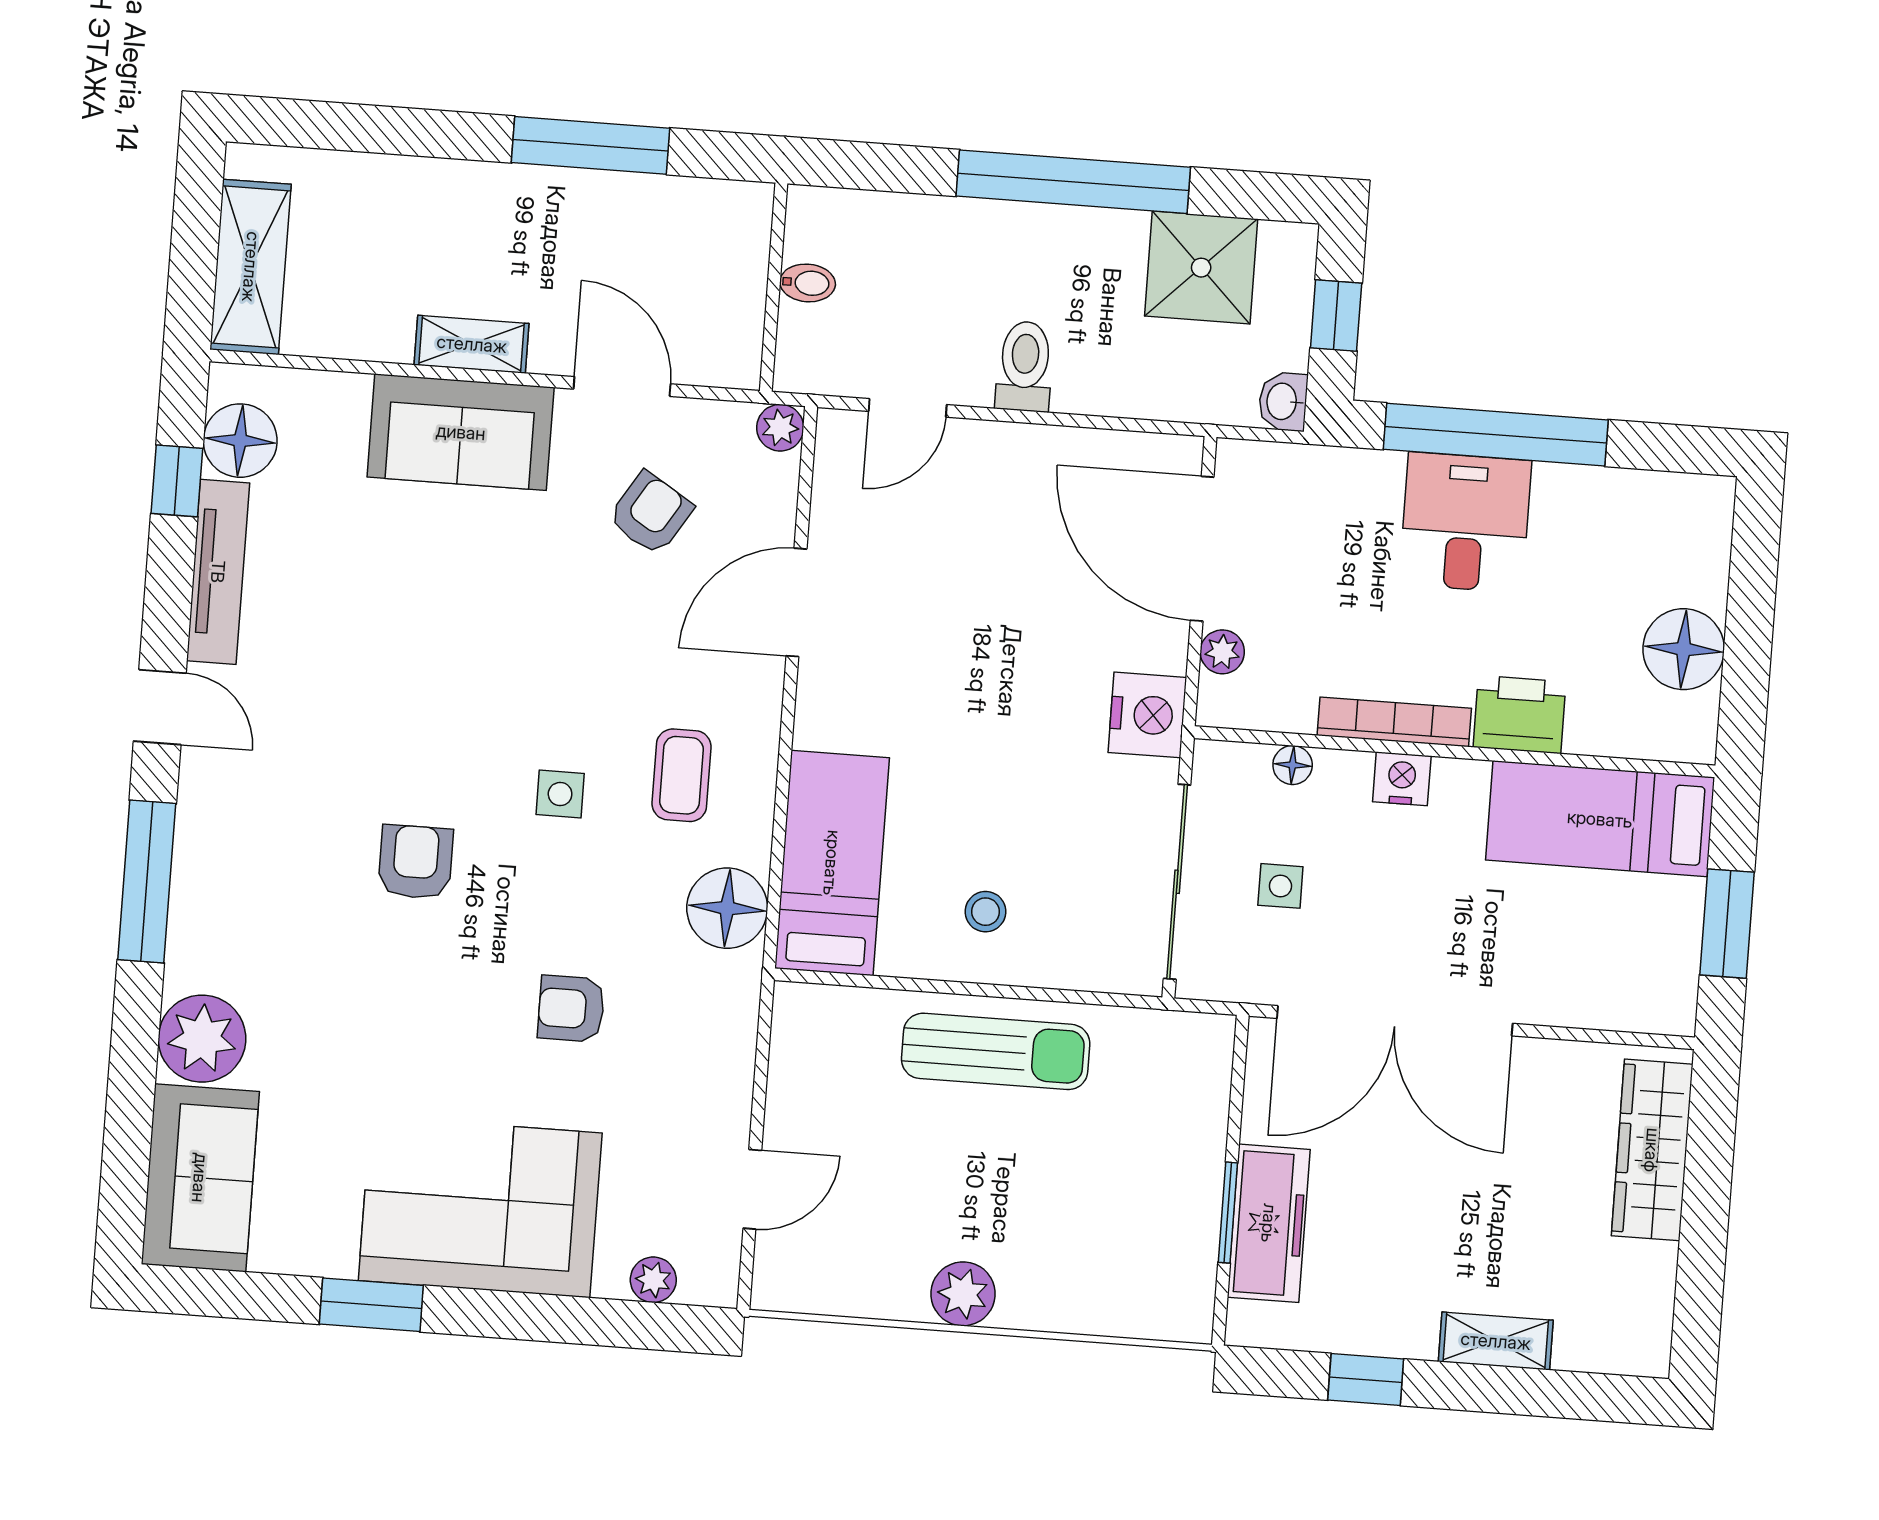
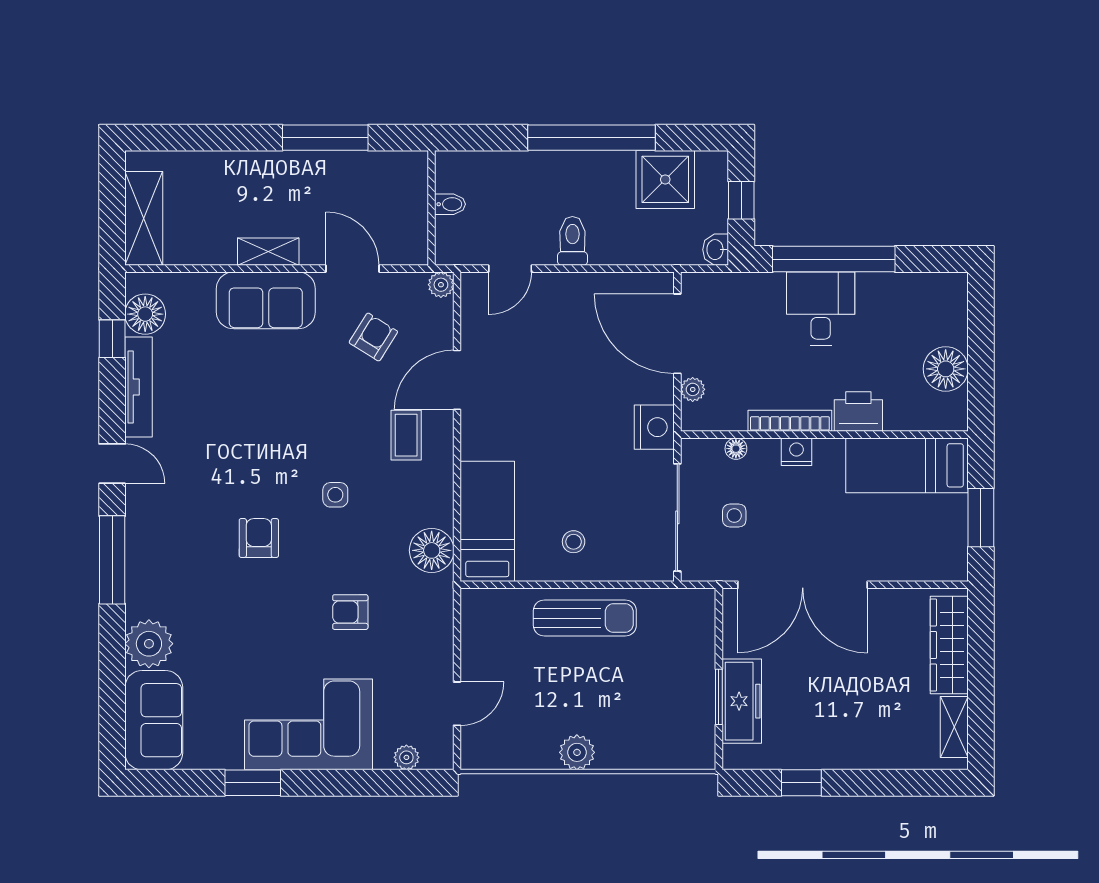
coffee table: (681, 775) -> (406, 435), moved
shelving: (1496, 1341) -> (954, 727), moved, turned 90

